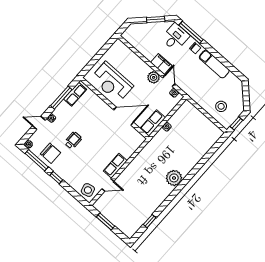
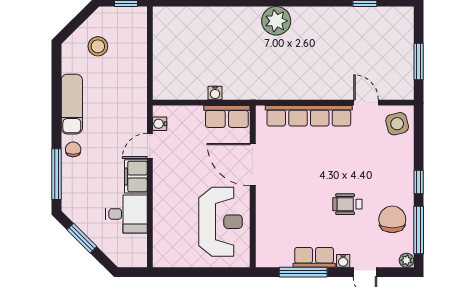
desk: (175, 37) -> (126, 214), moved, turned 180
plant: (154, 77) -> (164, 171), removed
row of seats: (75, 94) -> (314, 257), moved
stool: (221, 106) -> (98, 46), moved
row of seats: (115, 166) -> (309, 116), width x2.02

